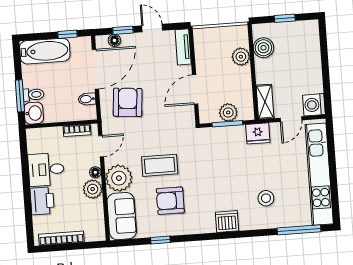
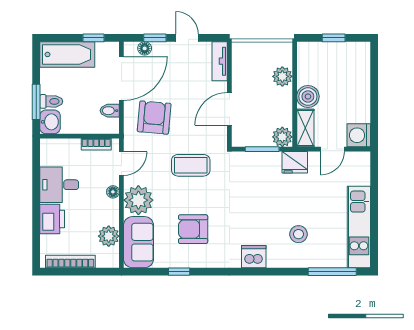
boiler: (263, 48) -> (308, 97), moved
plant: (228, 113) -> (282, 137), moved
coffee table: (160, 165) -> (191, 165), moved
kitchen unit: (319, 174) -> (359, 227), width x0.73
plant: (93, 189) -> (109, 236), moved

